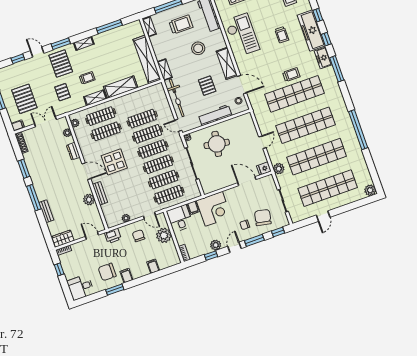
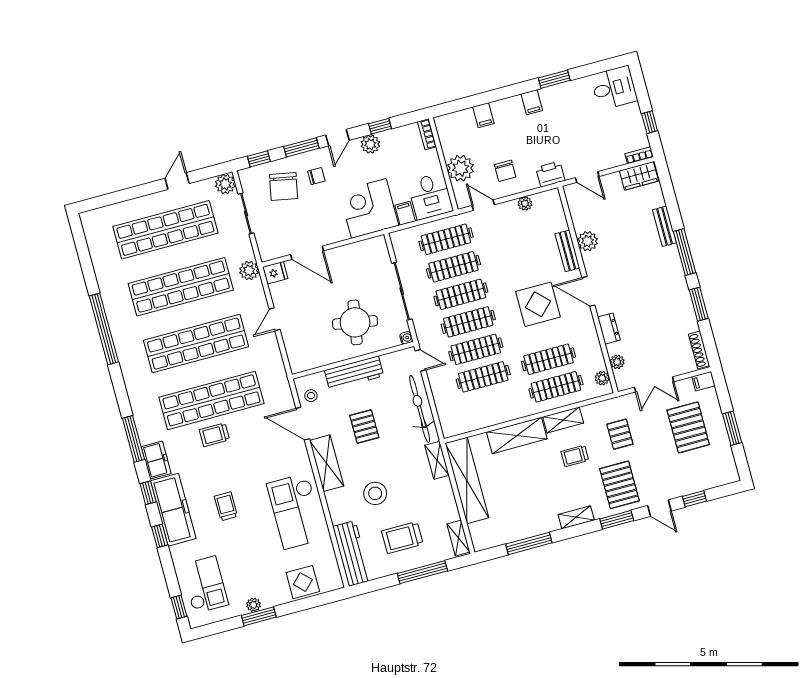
plant: (370, 190) -> (225, 184), moved
chair: (107, 272) -> (565, 111), removed

